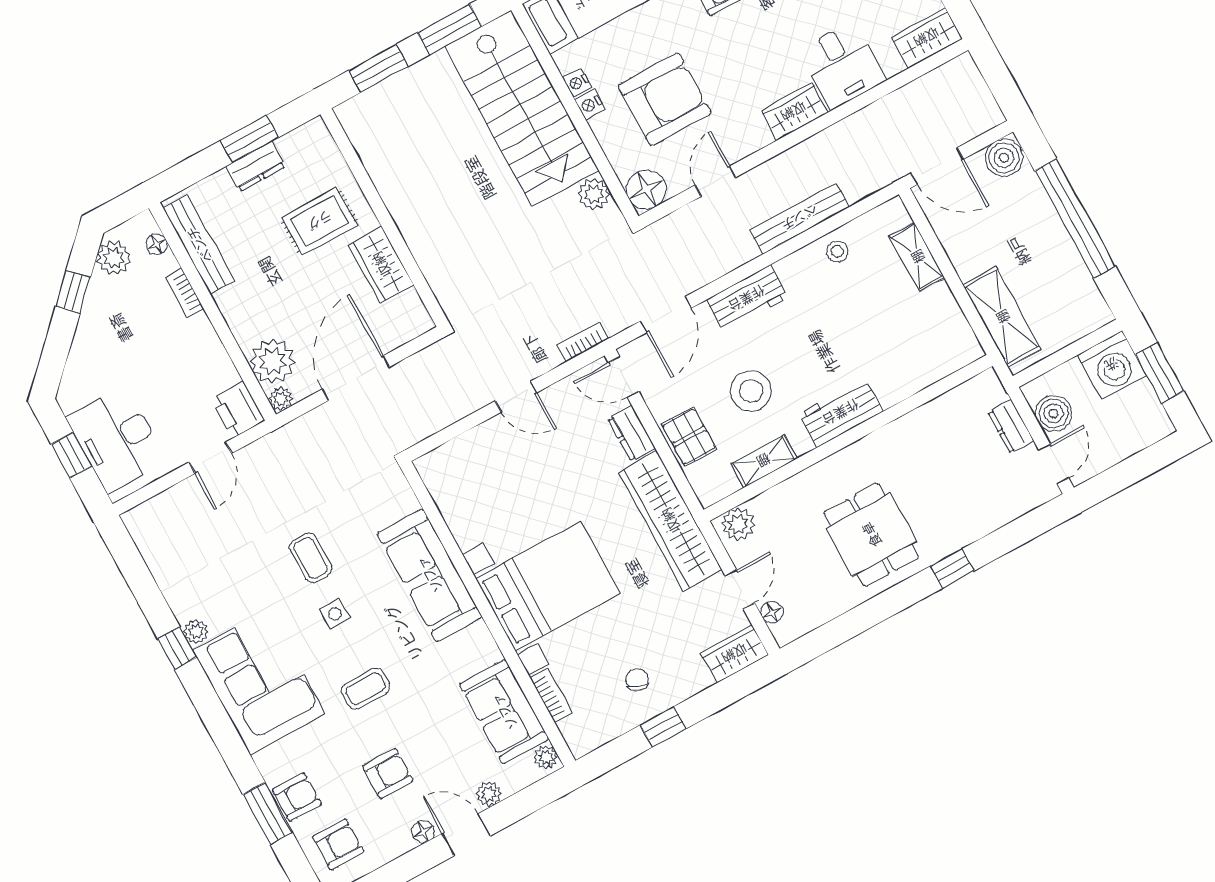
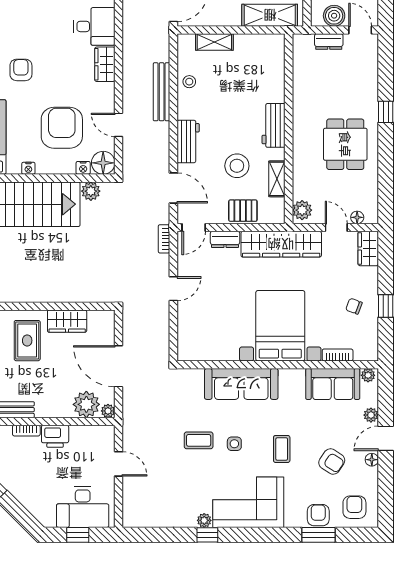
nightstand: (590, 105) -> (83, 168), moved
printer: (237, 410) -> (55, 436), moved
dining table: (871, 535) -> (345, 144), turned 90
armchair: (388, 773) -> (332, 461), turned 123

